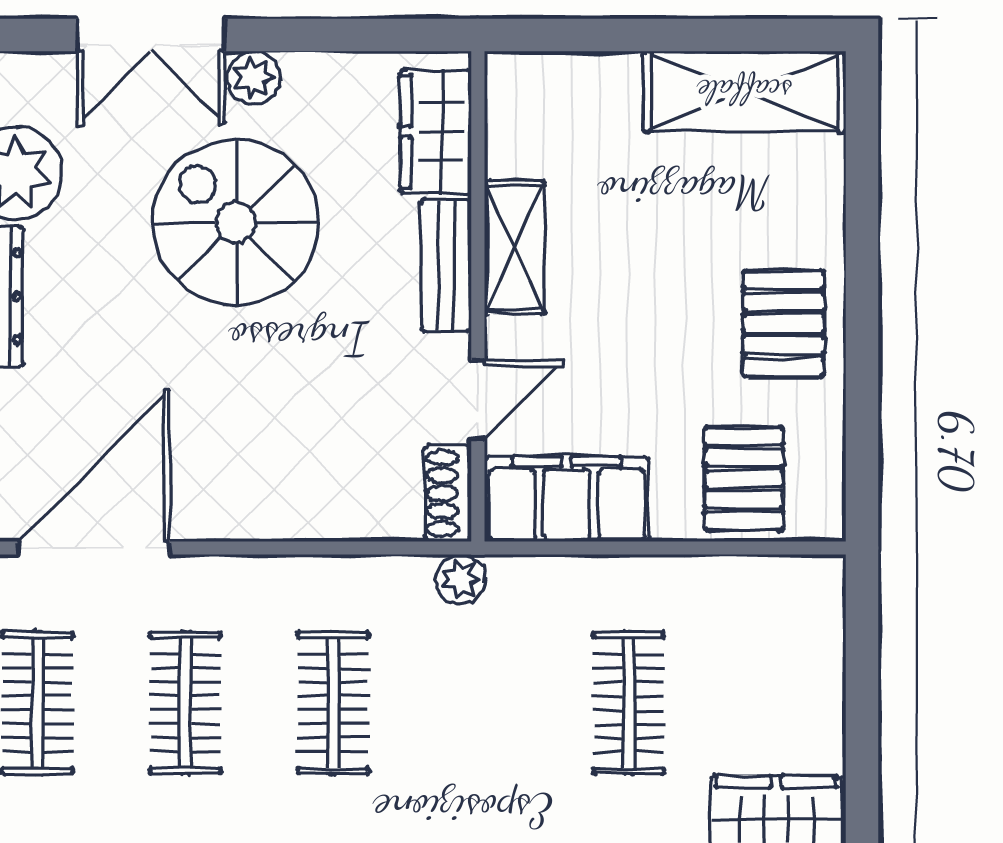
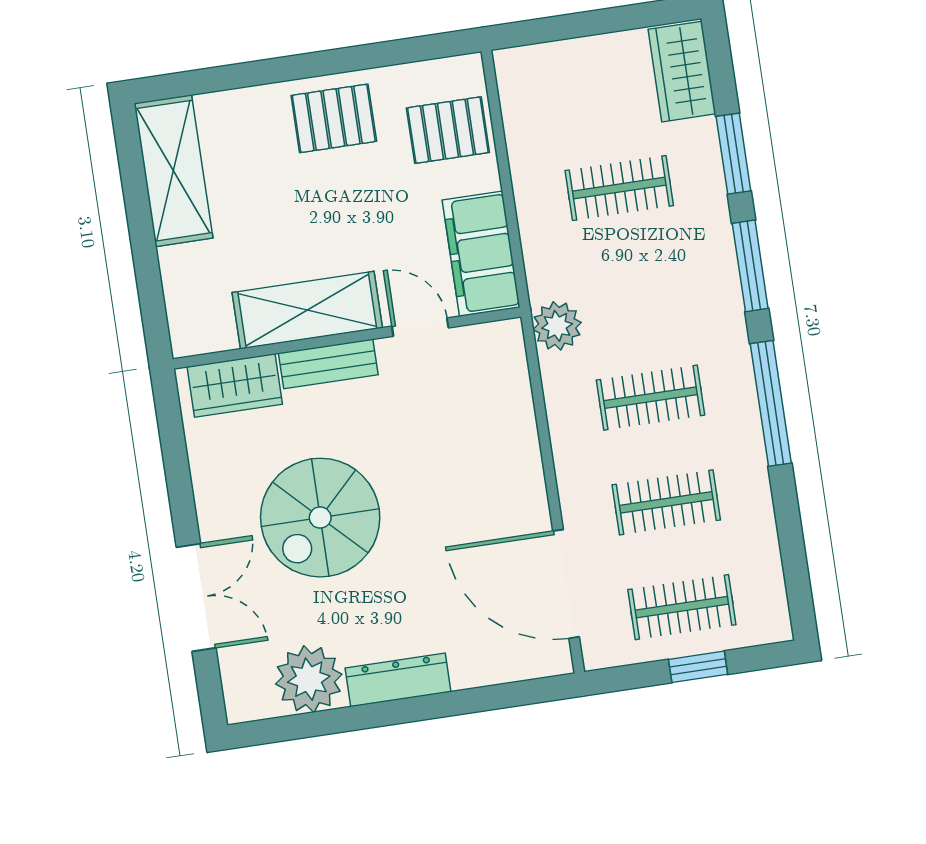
plant: (254, 78) -> (216, 520), removed
shelving: (514, 247) -> (307, 310), width x1.50, depth x1.33
shoe rack: (448, 493) -> (490, 338), removed
plant: (461, 579) -> (557, 326), width x1.38, depth x1.38

